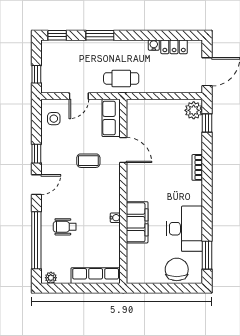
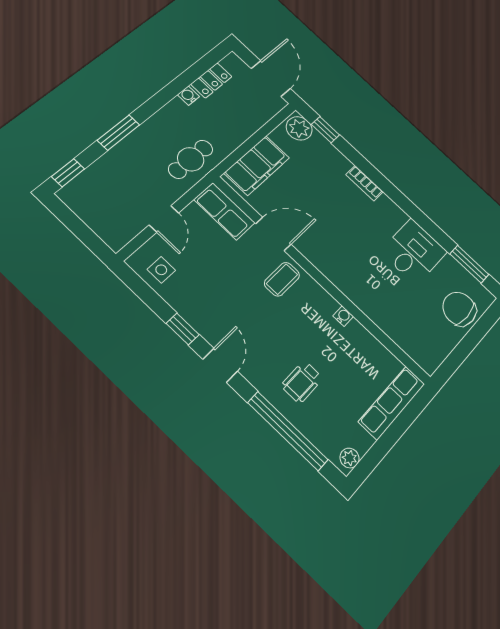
window: (36, 74) -> (88, 237), removed
coffee table: (88, 161) -> (282, 279), moved
filing cabinet: (137, 222) -> (257, 165), moved, turned 90
desk: (185, 229) -> (414, 252), width x0.73

